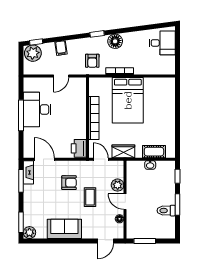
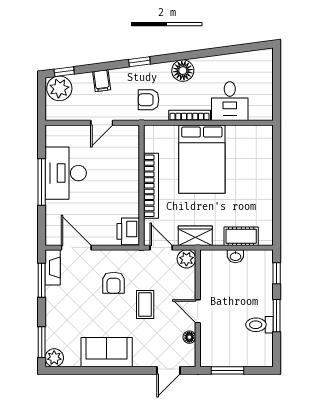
window: (97, 34) -> (139, 62), moved
desk: (162, 43) -> (230, 101), moved, turned 90
armchair: (92, 61) -> (149, 100), turned 90
armchair: (69, 183) -> (114, 283), turned 90
plant: (118, 185) -> (186, 259), moved

